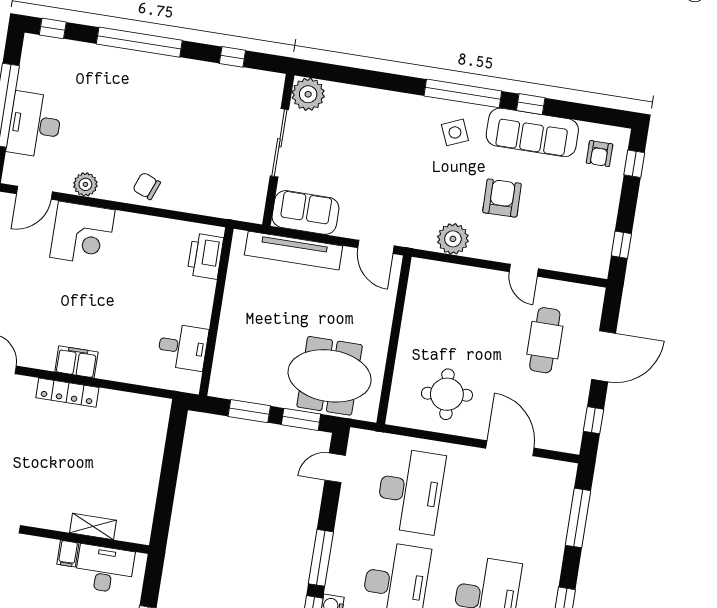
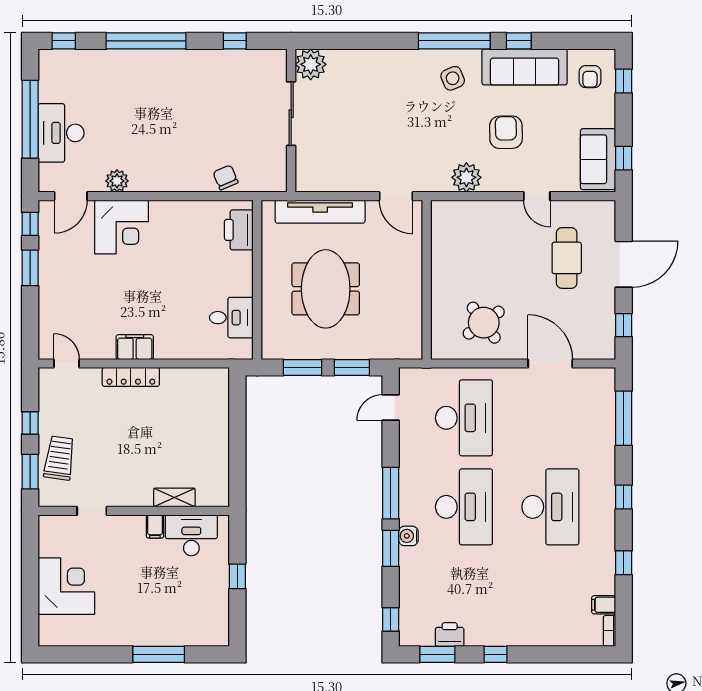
chair: (147, 186) -> (226, 177), moved, turned 46
sofa: (305, 212) -> (598, 159), moved, turned -90
meeting table: (330, 376) -> (326, 289), moved, turned 90
round table: (447, 394) -> (484, 323), turned -30

